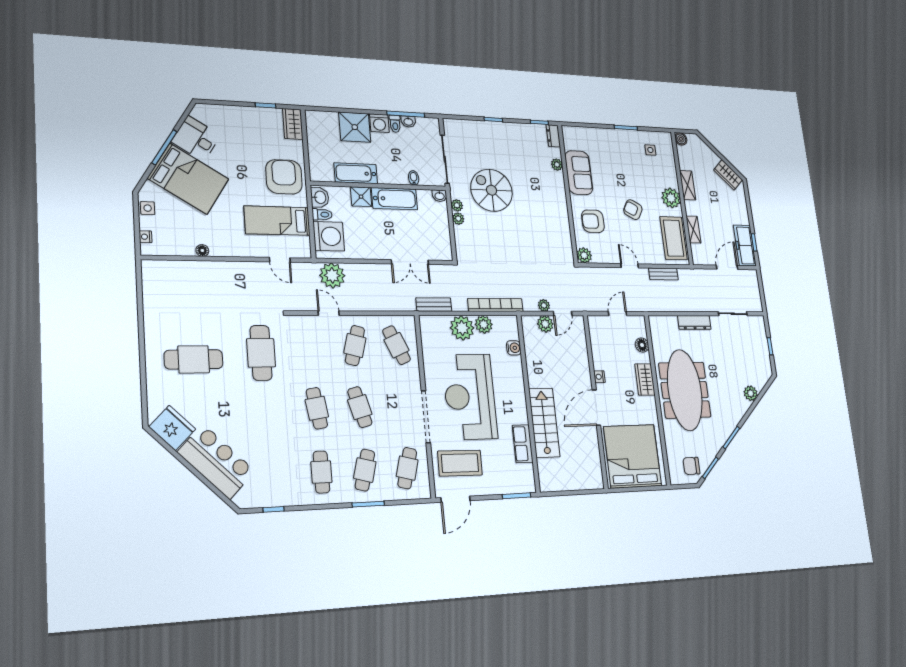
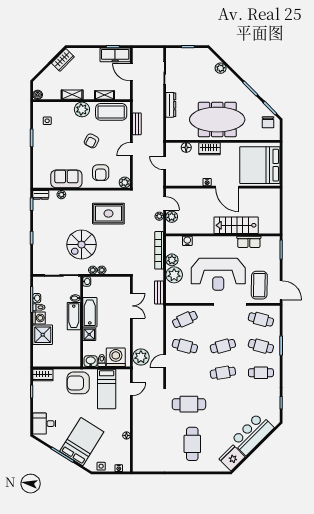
desk: (196, 139) -> (44, 424), moved, turned 58
bathtub: (356, 173) -> (74, 316), moved
rug: (539, 231) -> (108, 214), added

